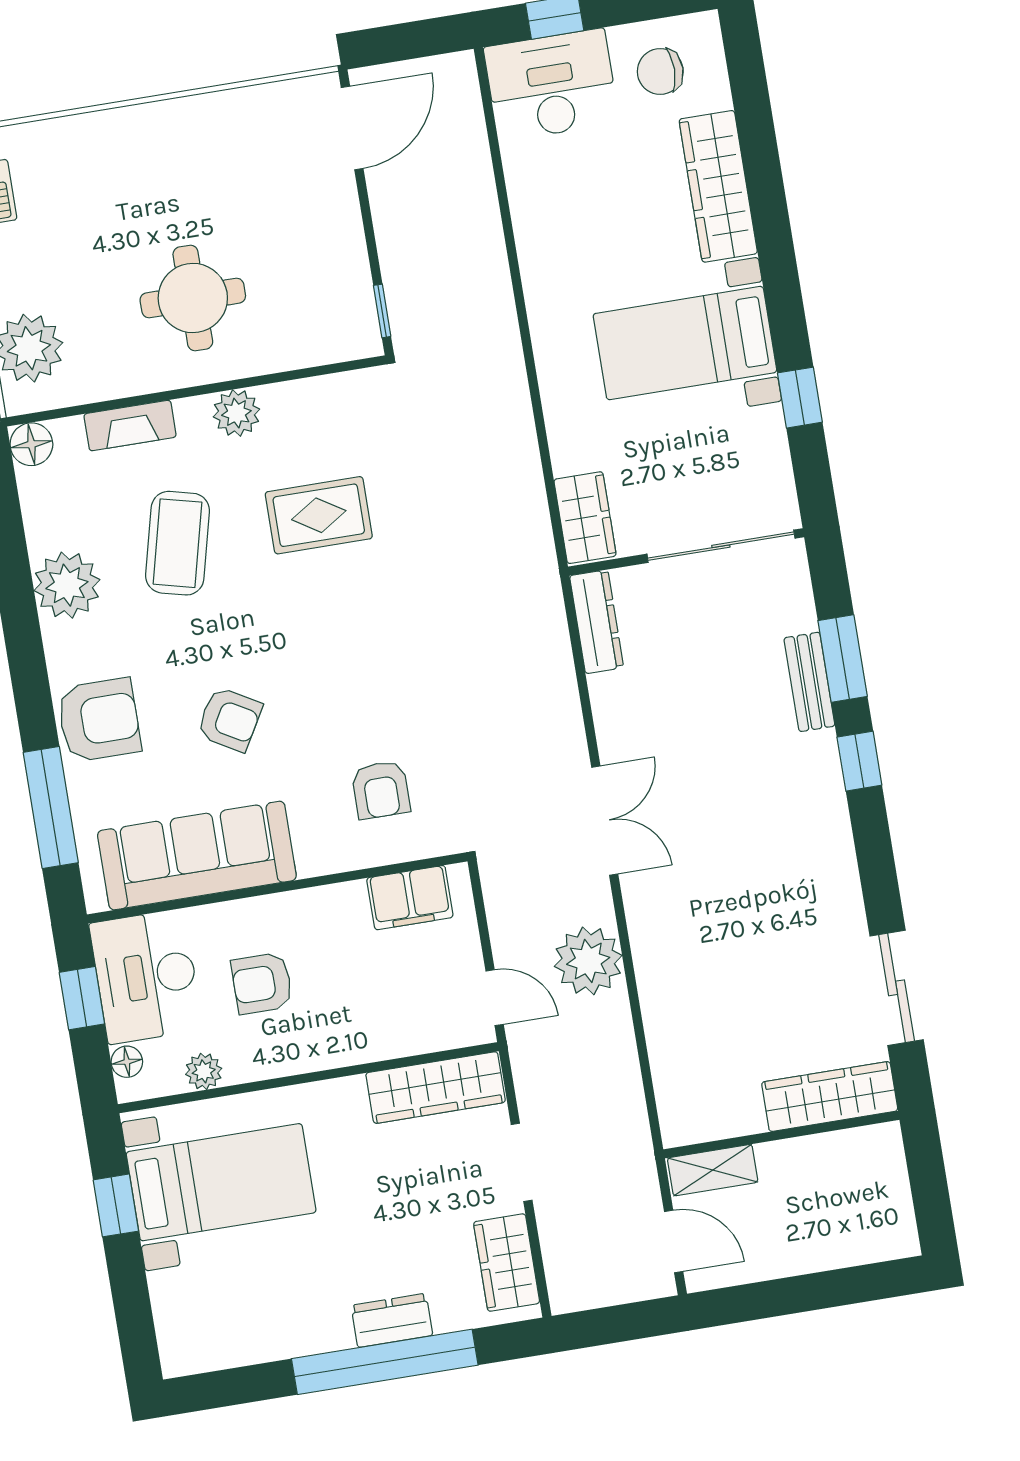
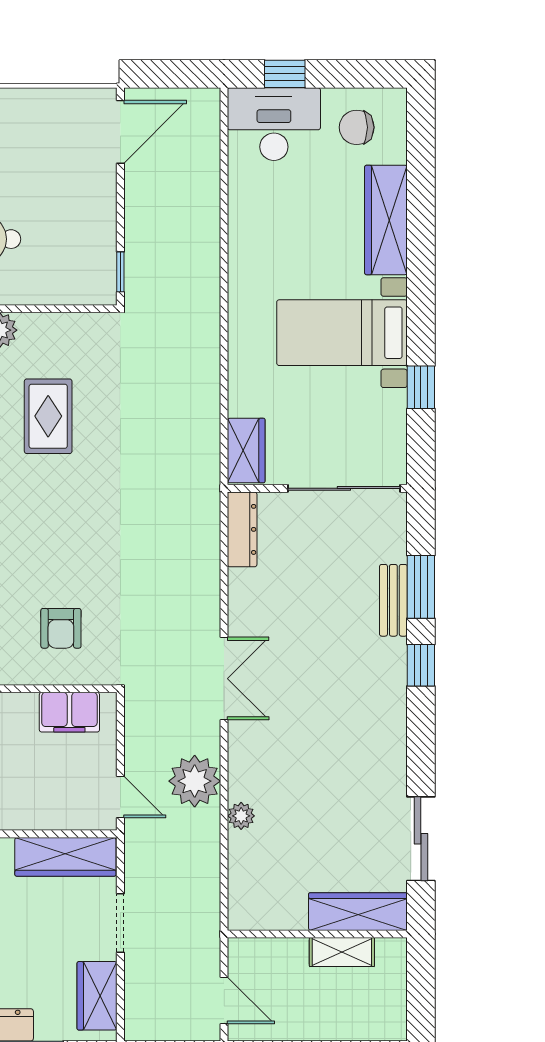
rug: (319, 515) -> (48, 416), turned 90
plant: (657, 996) -> (241, 816), added
shelving: (713, 1170) -> (342, 952), moved

